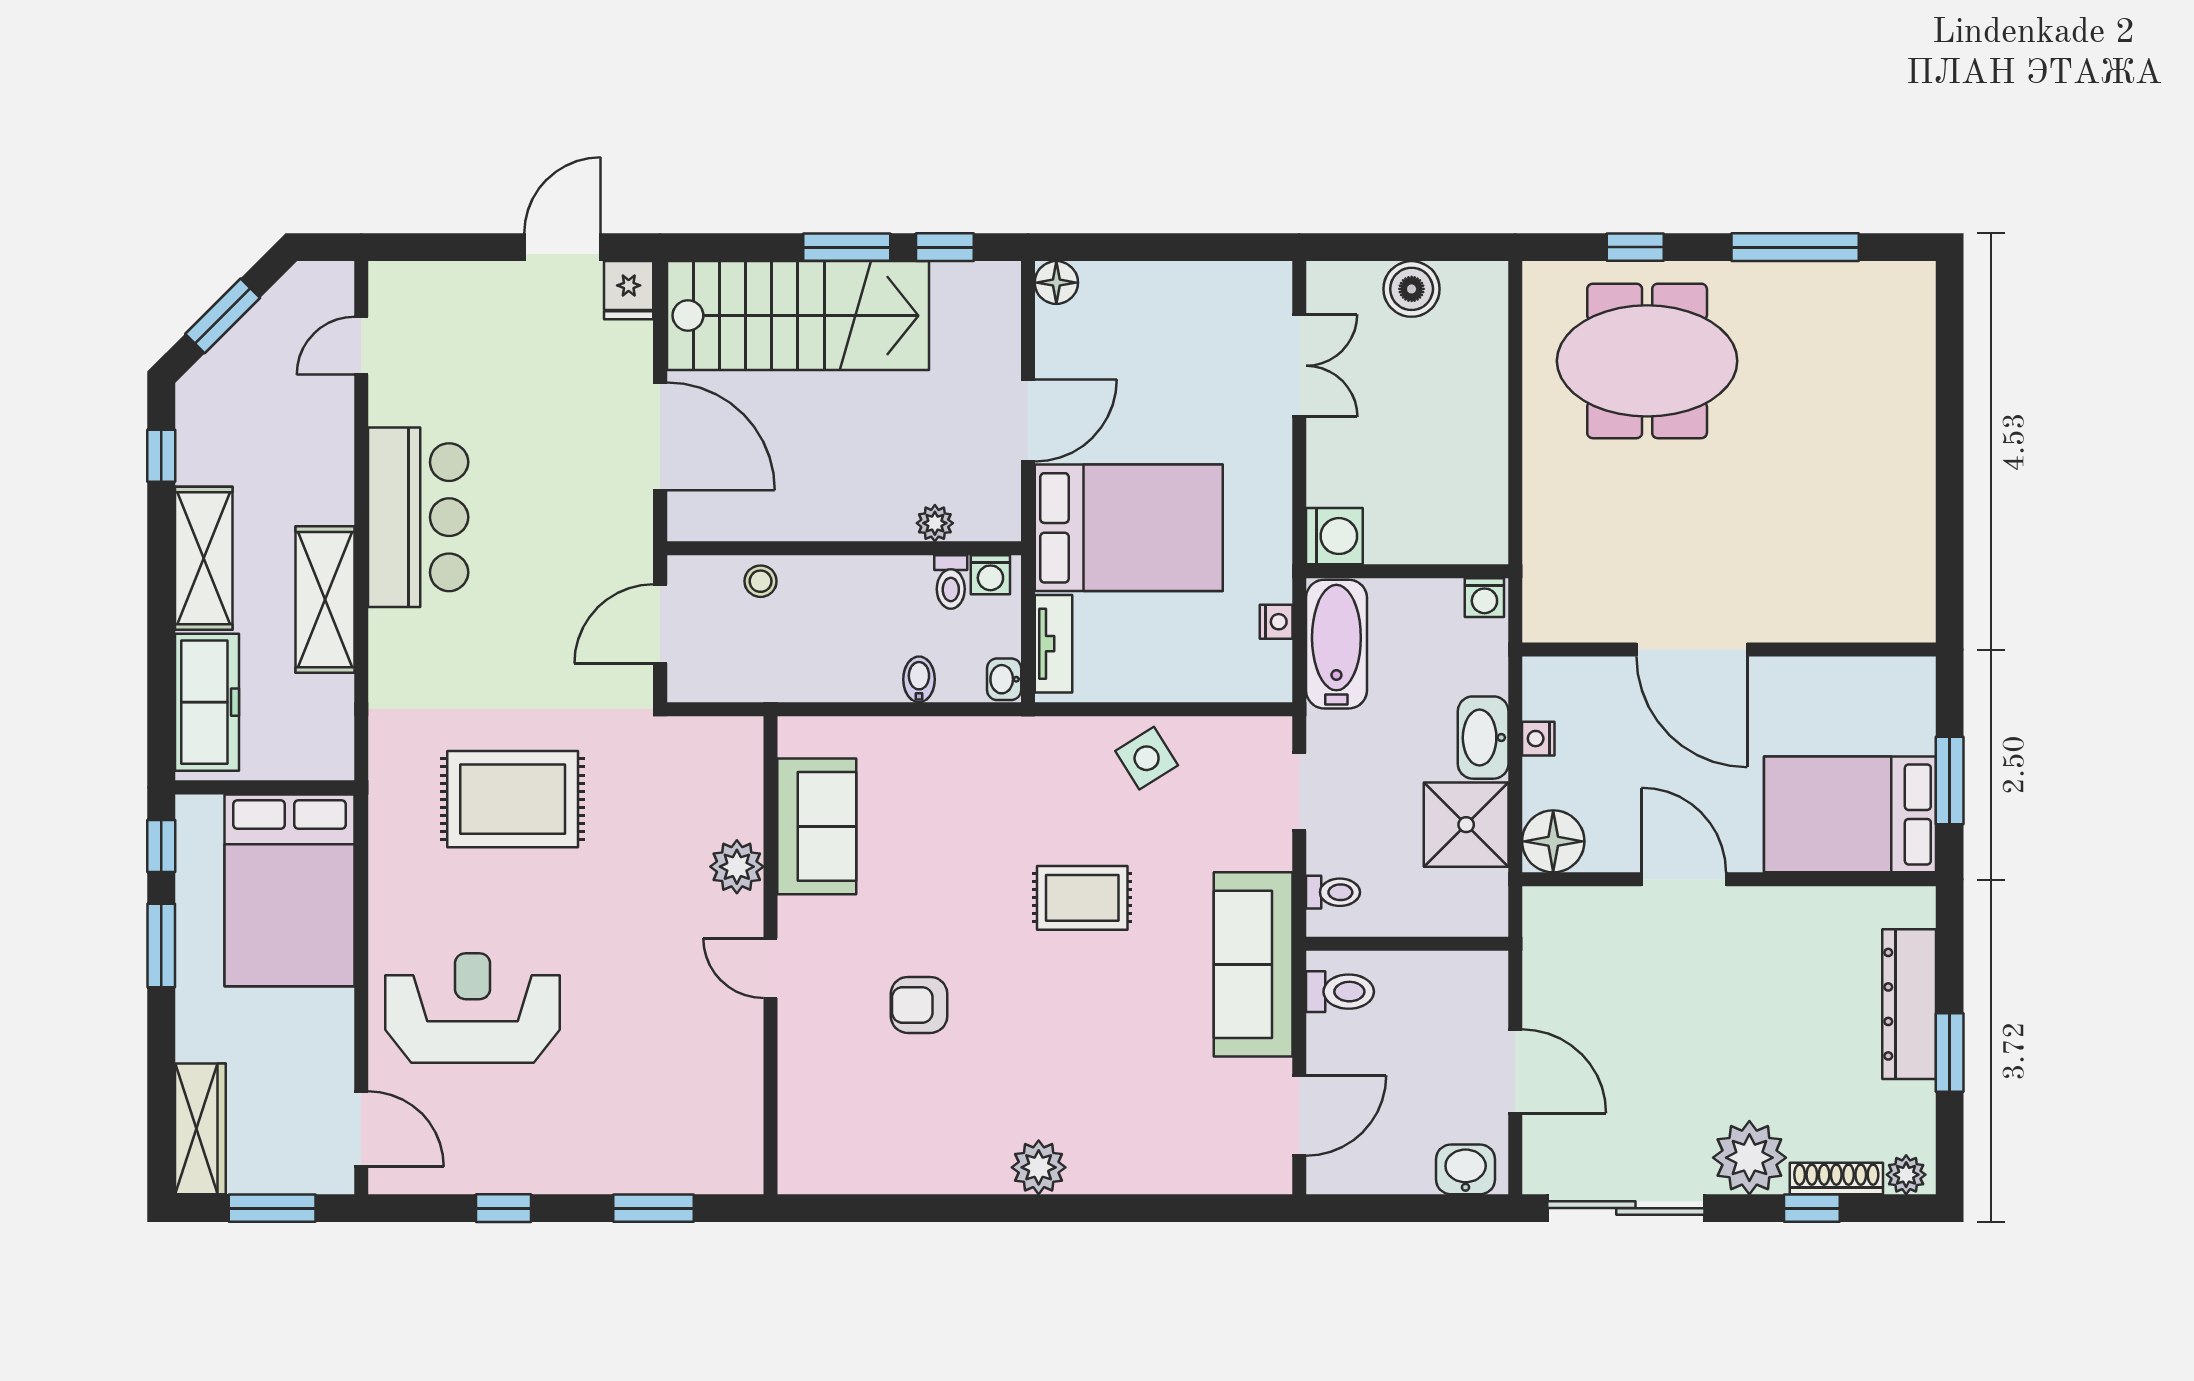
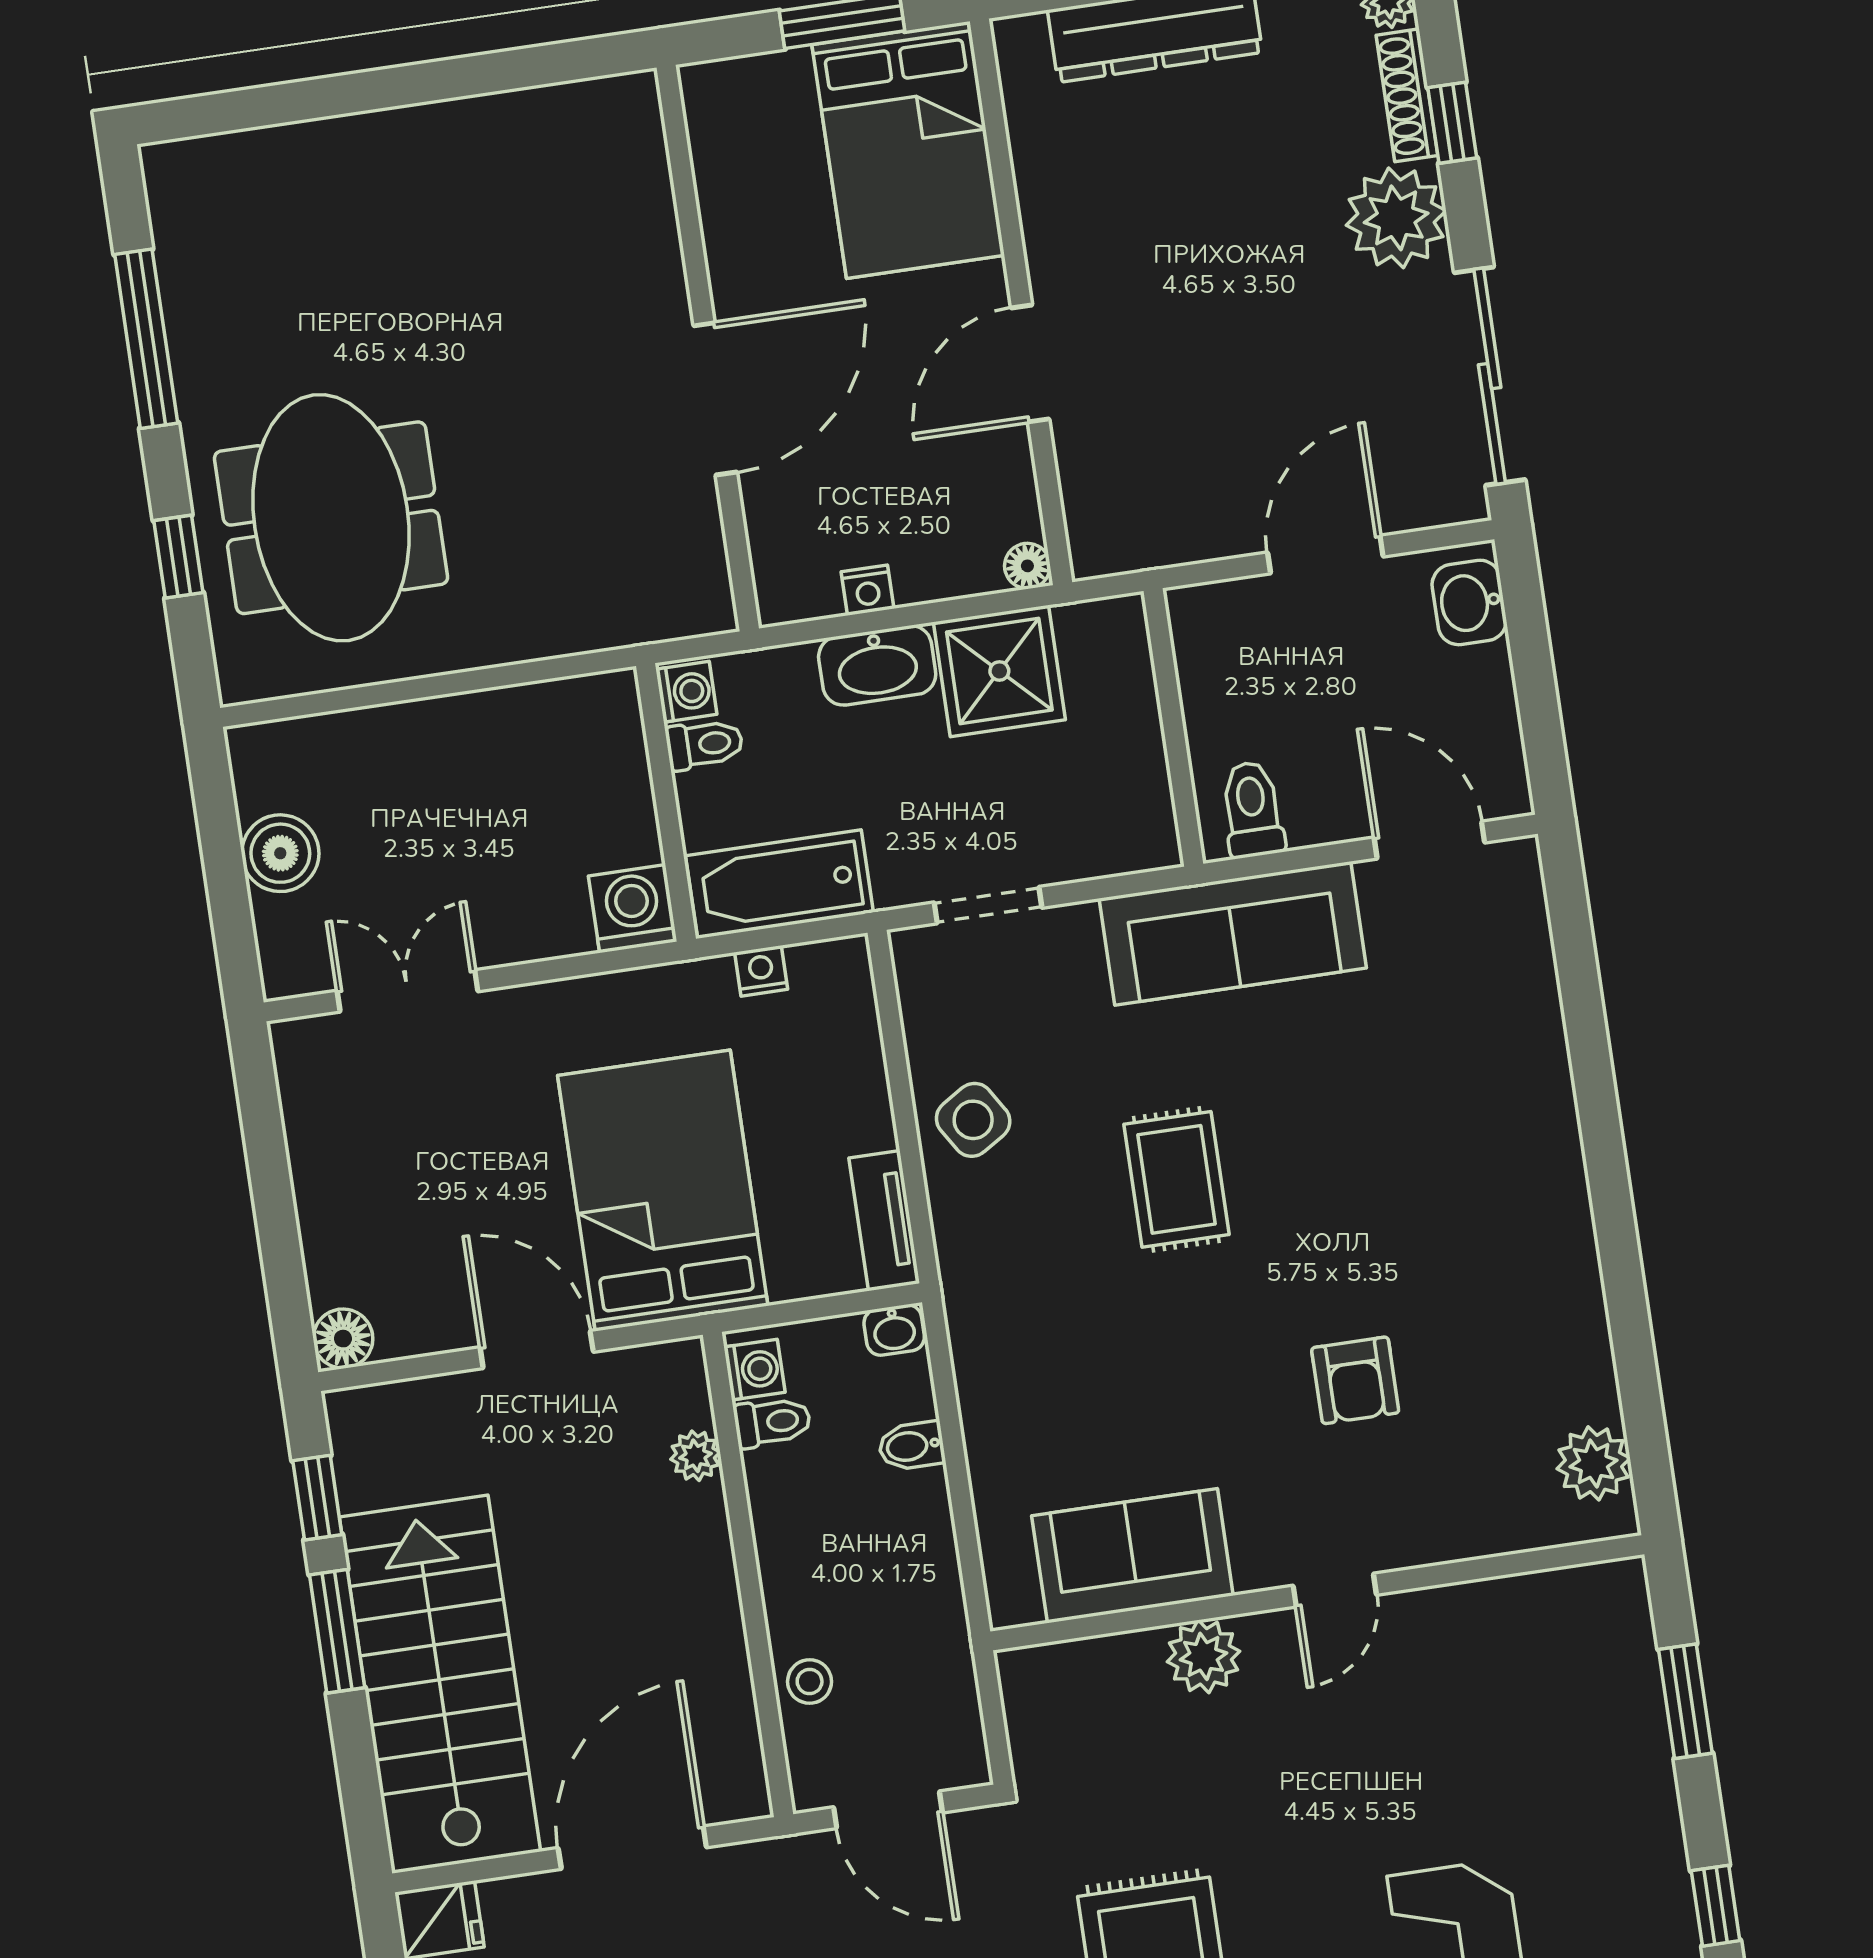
tv unit: (1053, 644) -> (884, 1221), moved, turned -90
floor lamp: (1553, 841) -> (1027, 566), width x0.53, depth x0.53
toilet: (1333, 892) -> (704, 744), moved, turned 90
plant: (1039, 1167) -> (1594, 1463), moved

